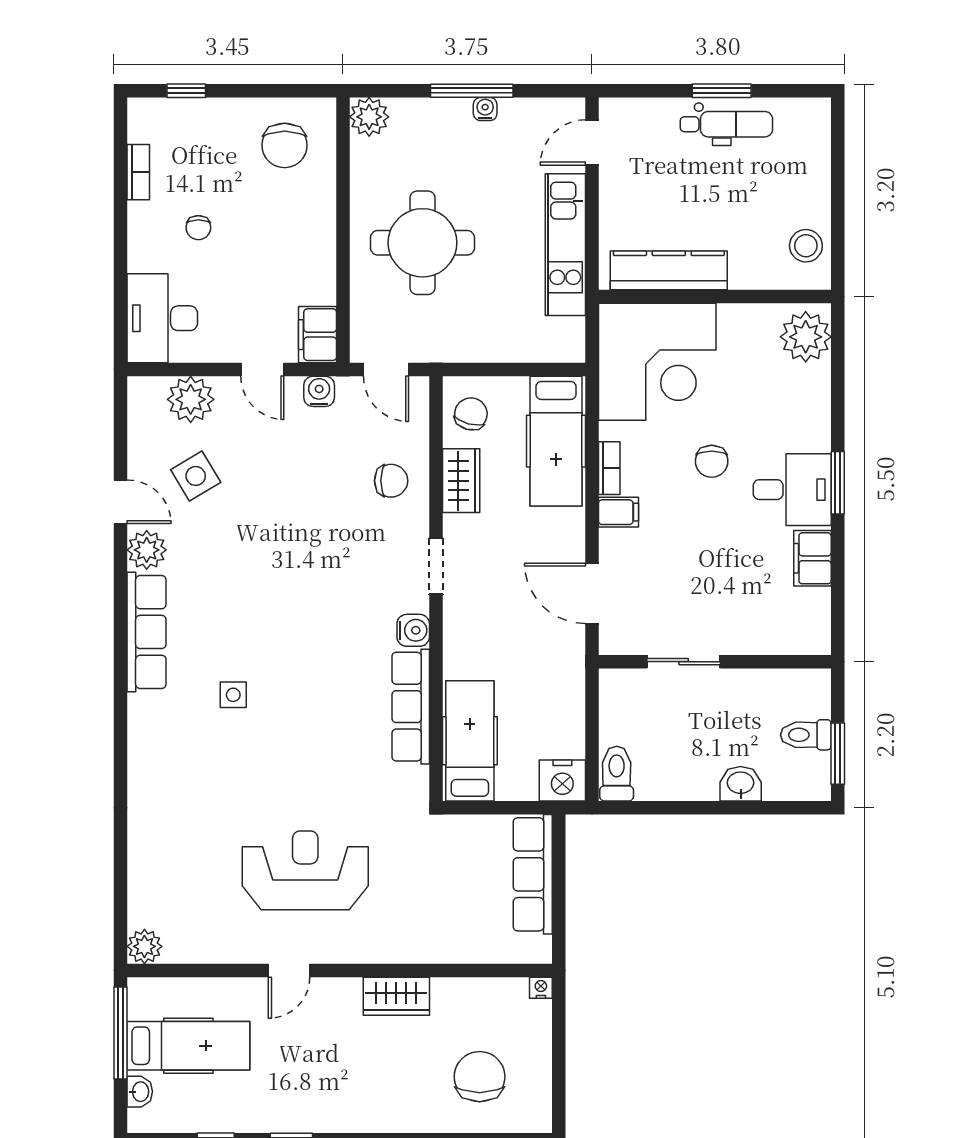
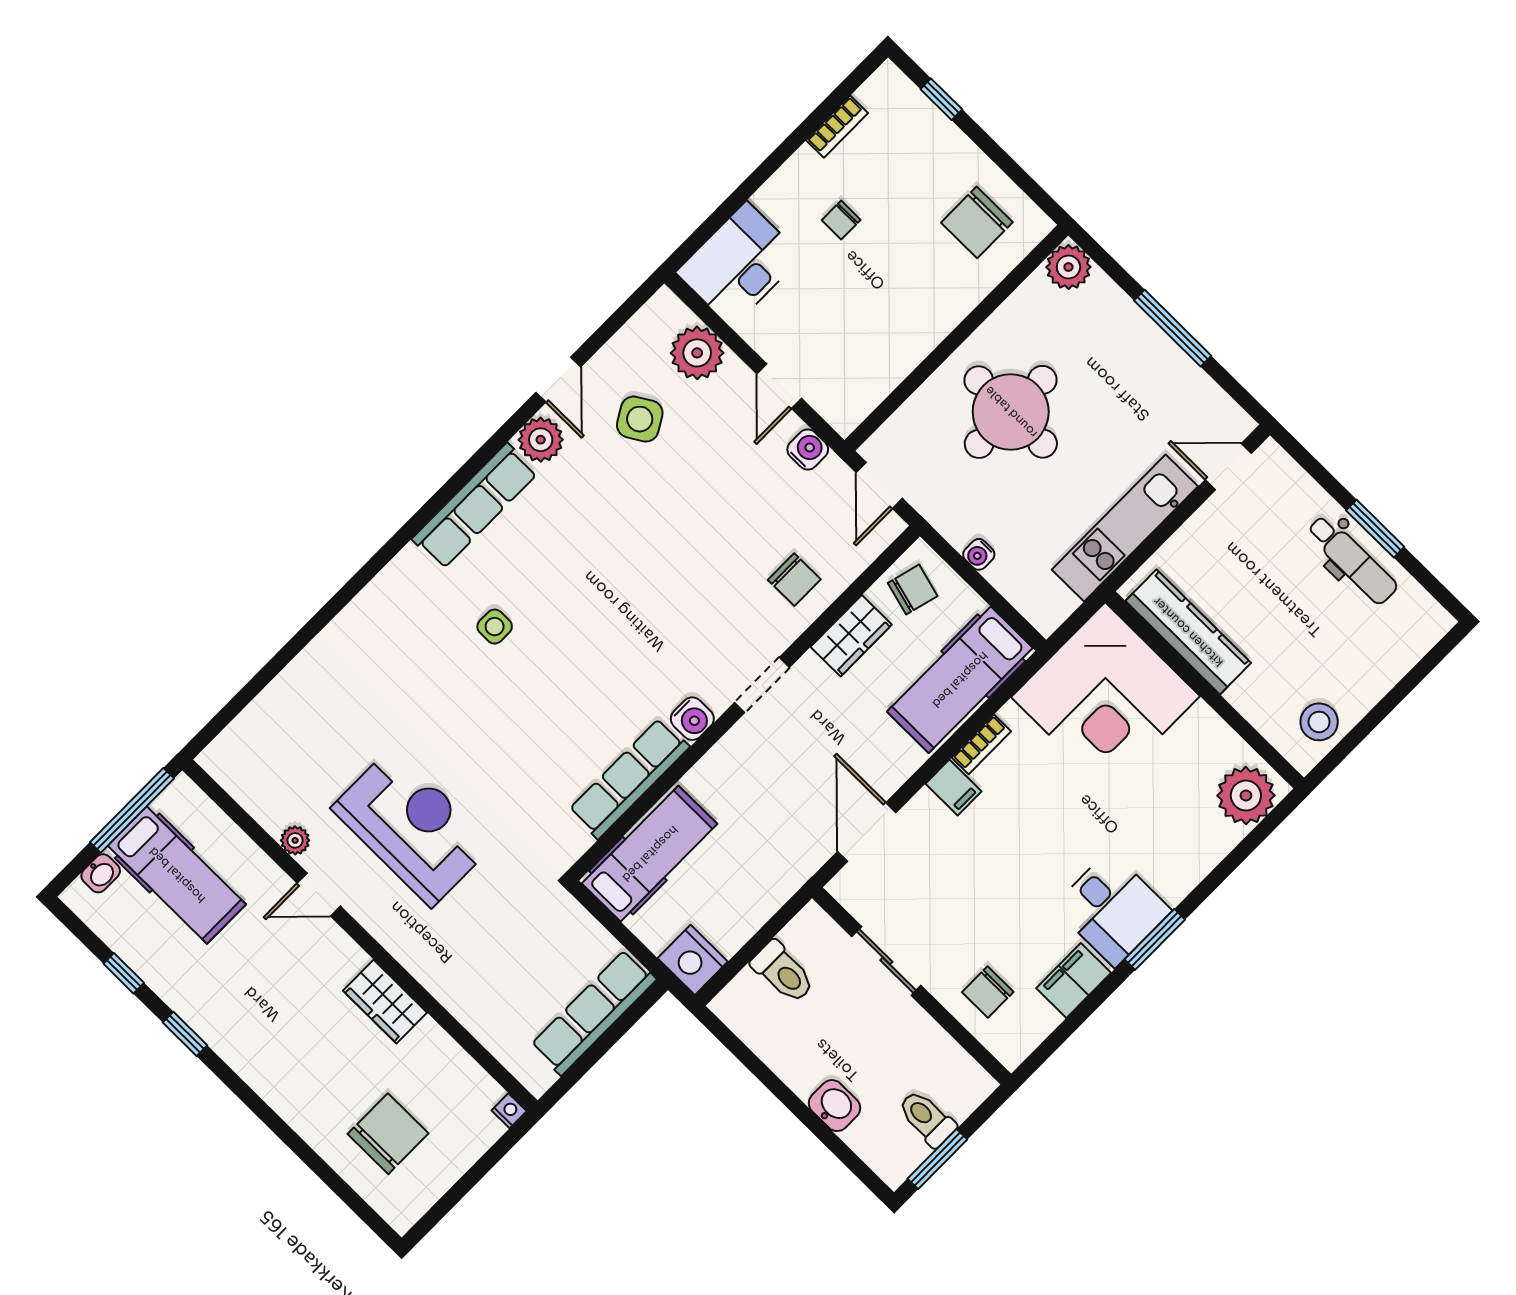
water cooler: (485, 109) -> (979, 554), moved, turned 180
filing cabinet: (318, 335) -> (852, 402), removed
chair: (712, 461) -> (988, 992), moved
toilet: (617, 774) -> (783, 972), moved, turned 90
plant: (144, 946) -> (295, 840), moved, width x0.73, depth x0.73

